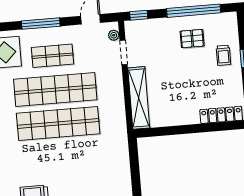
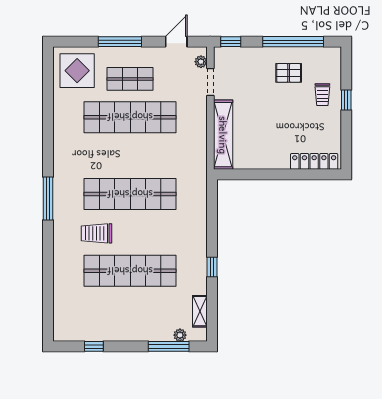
shop shelf: (58, 123) -> (130, 194), moved

